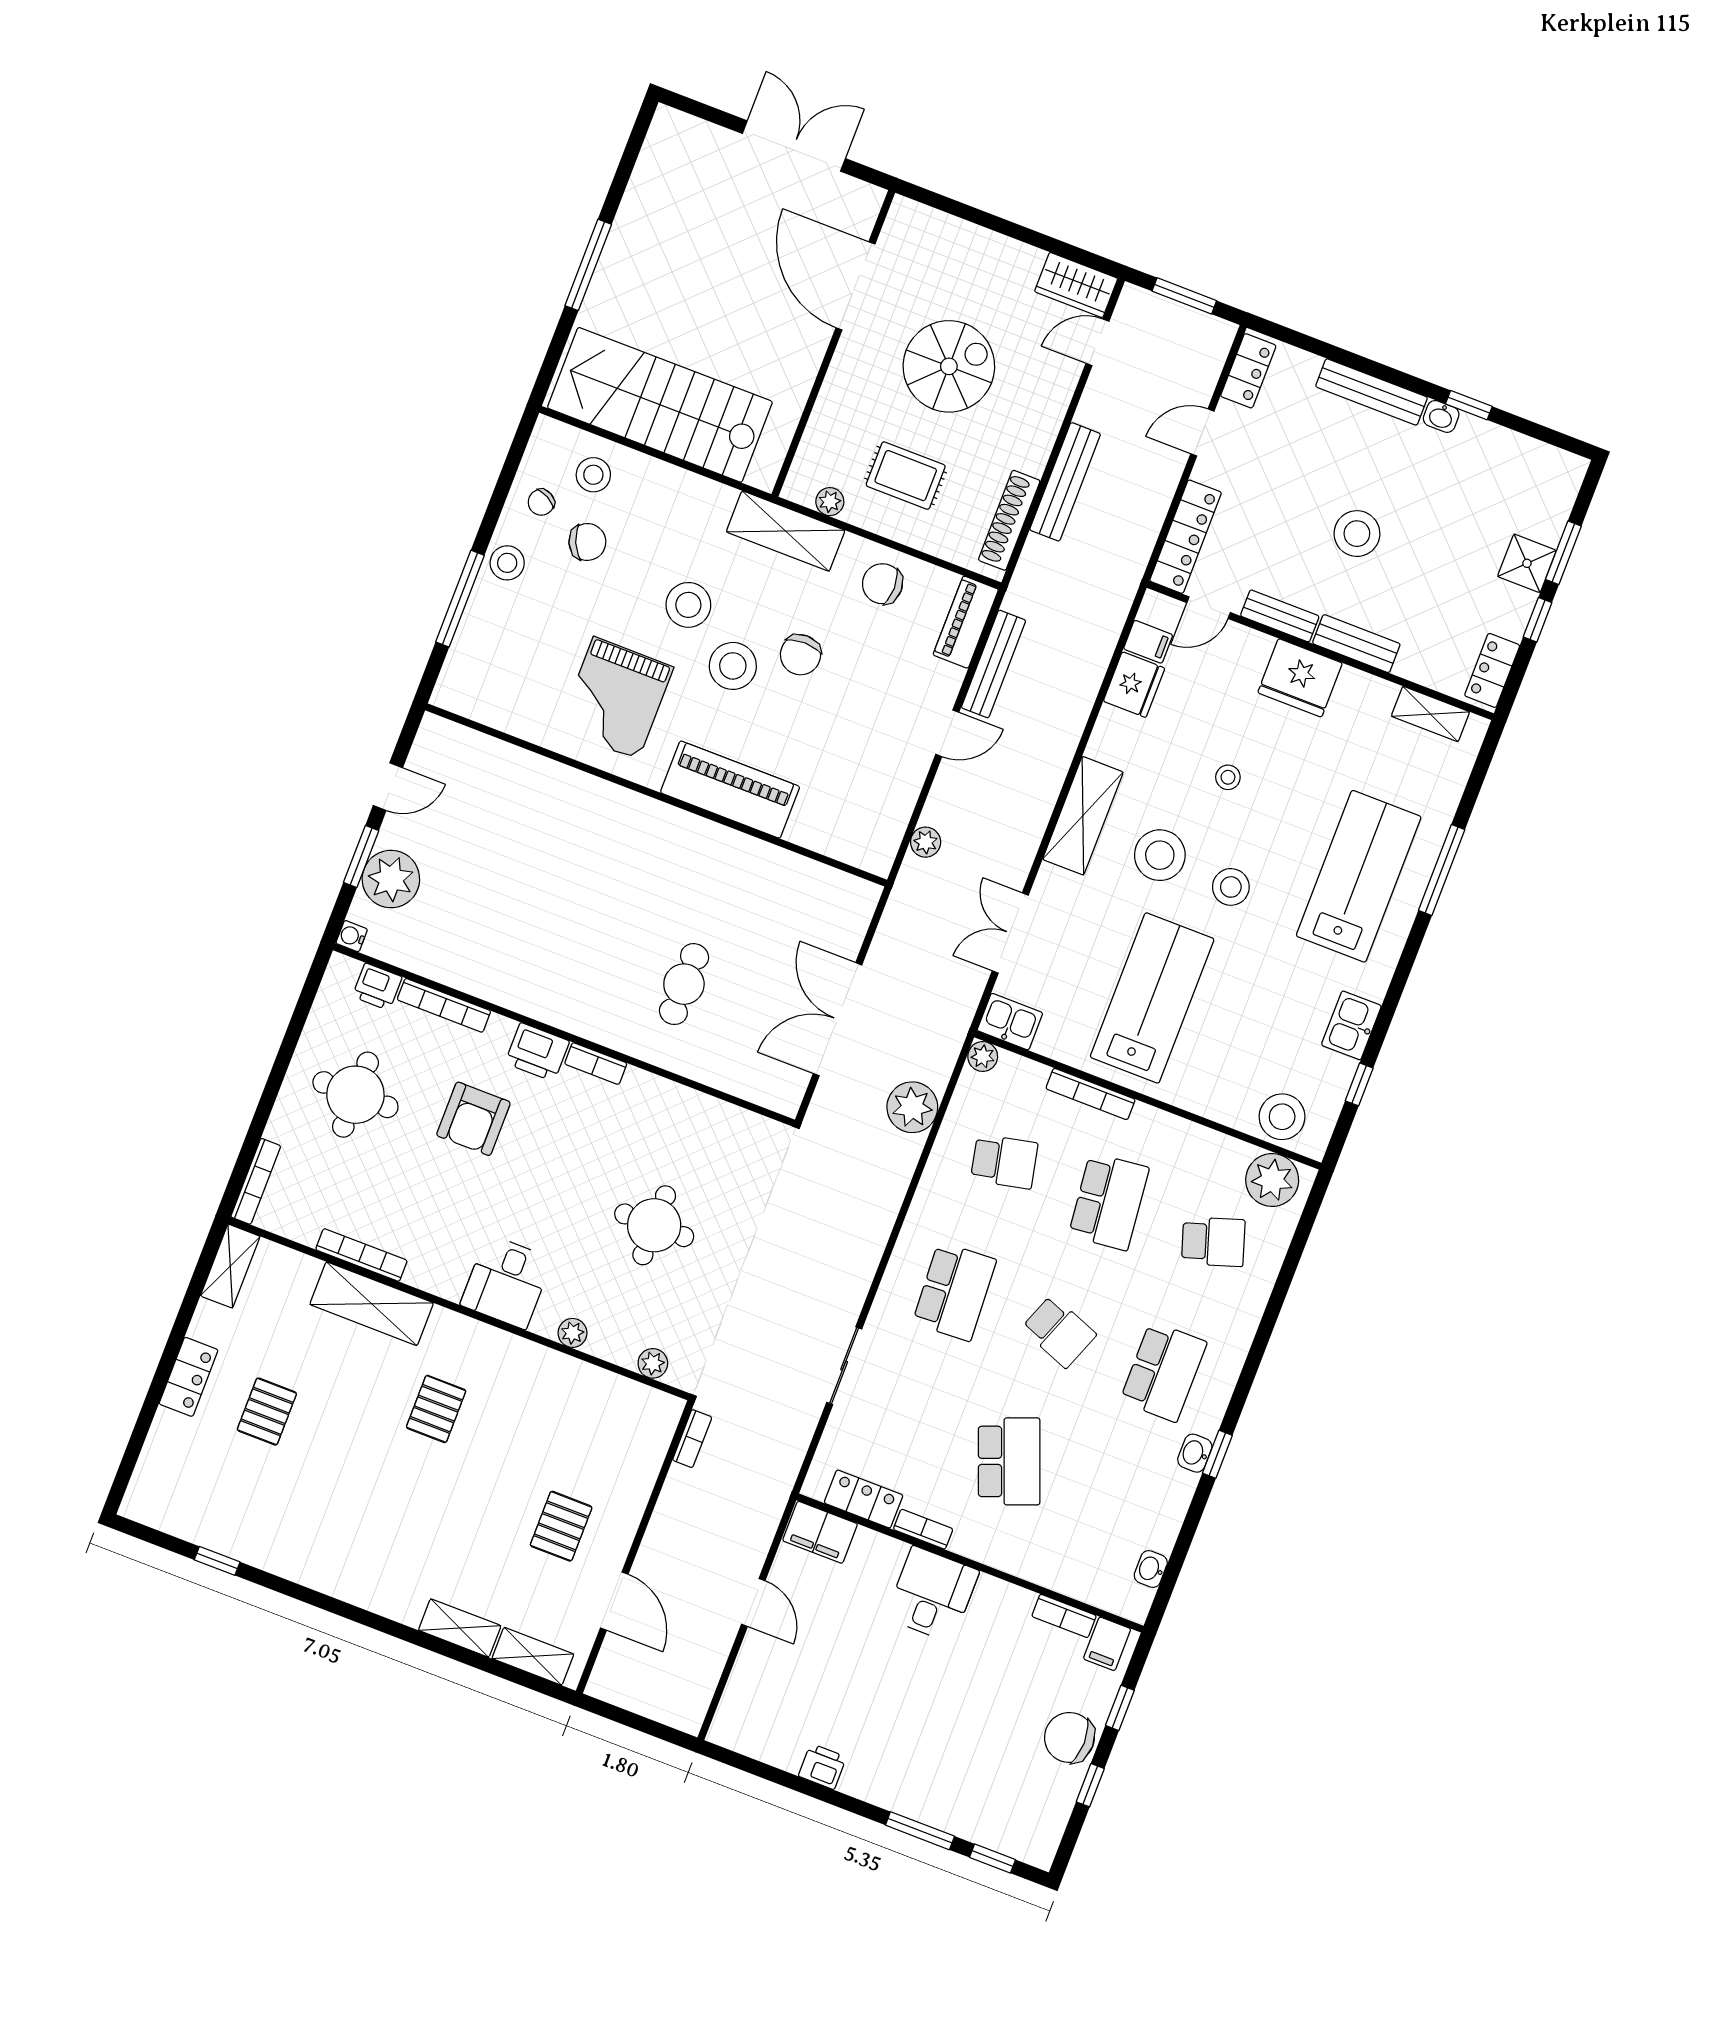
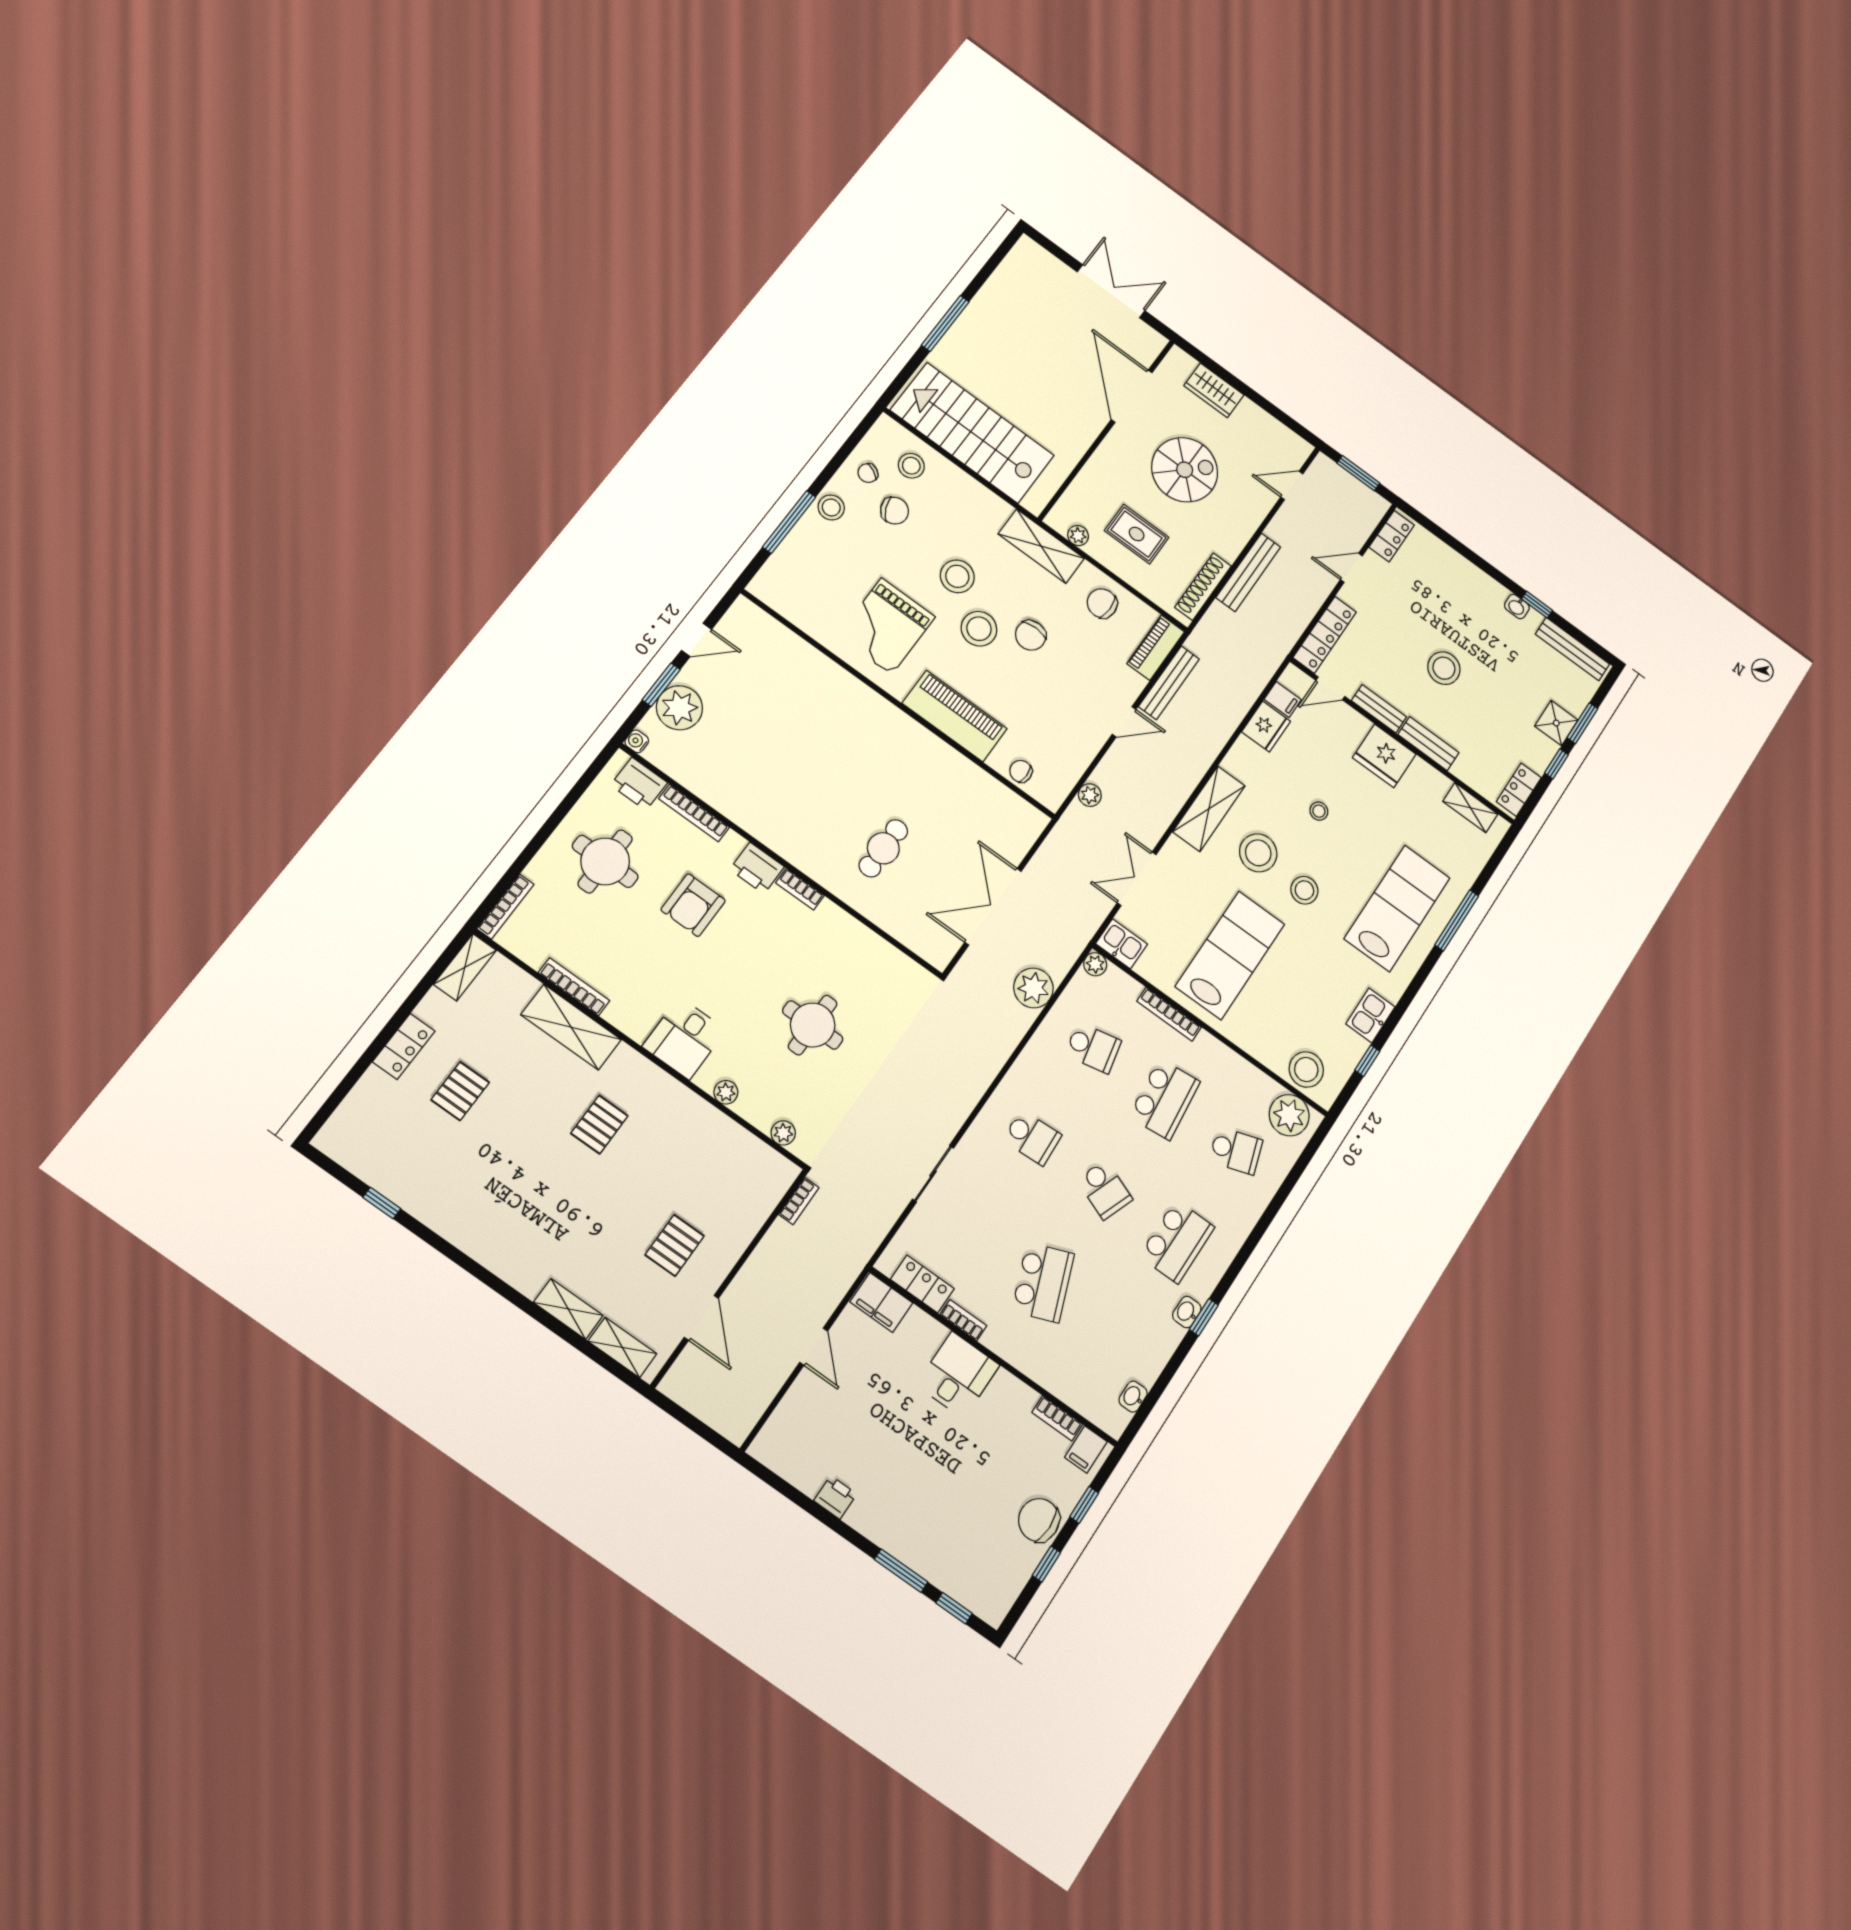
wardrobe: (1076, 285) -> (1214, 390), moved
bench: (1372, 392) -> (1572, 649), moved
chair: (831, 837) -> (1021, 771), added
printer: (377, 987) -> (639, 784), width x1.36, depth x1.24
school desk: (954, 1291) -> (1032, 1138), width x0.54

